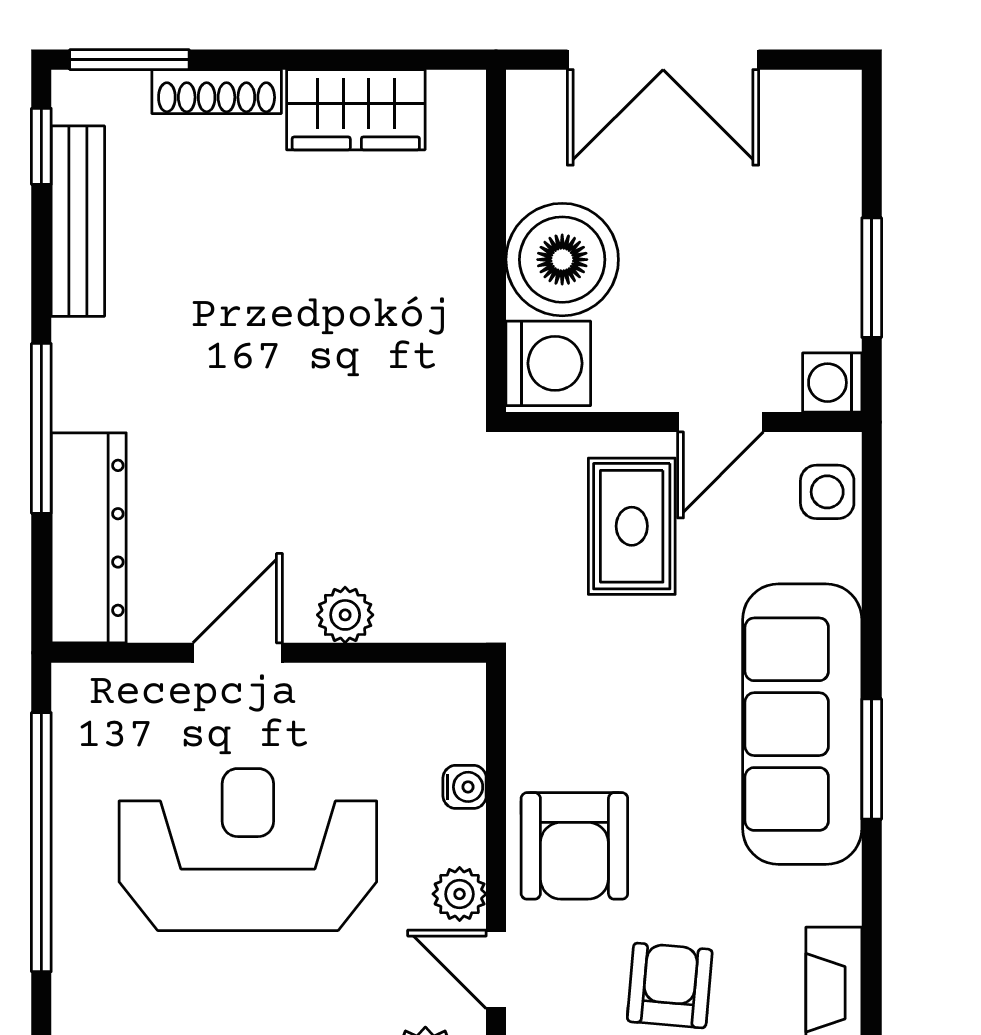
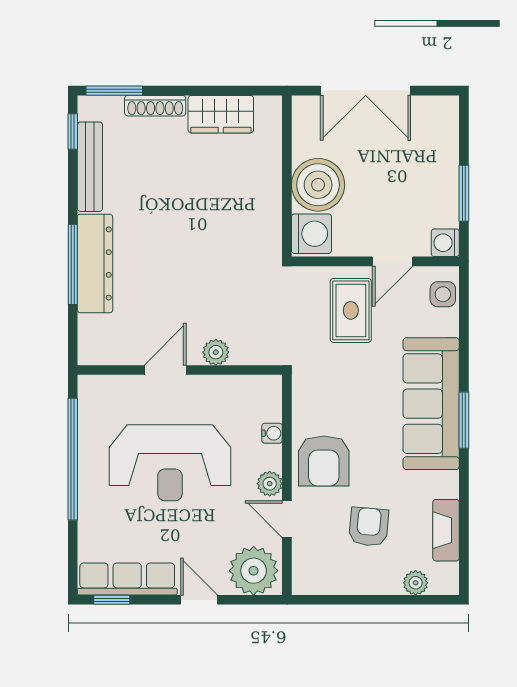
dresser: (89, 538) -> (95, 263), moved
reception desk: (248, 850) -> (170, 463), turned 180

